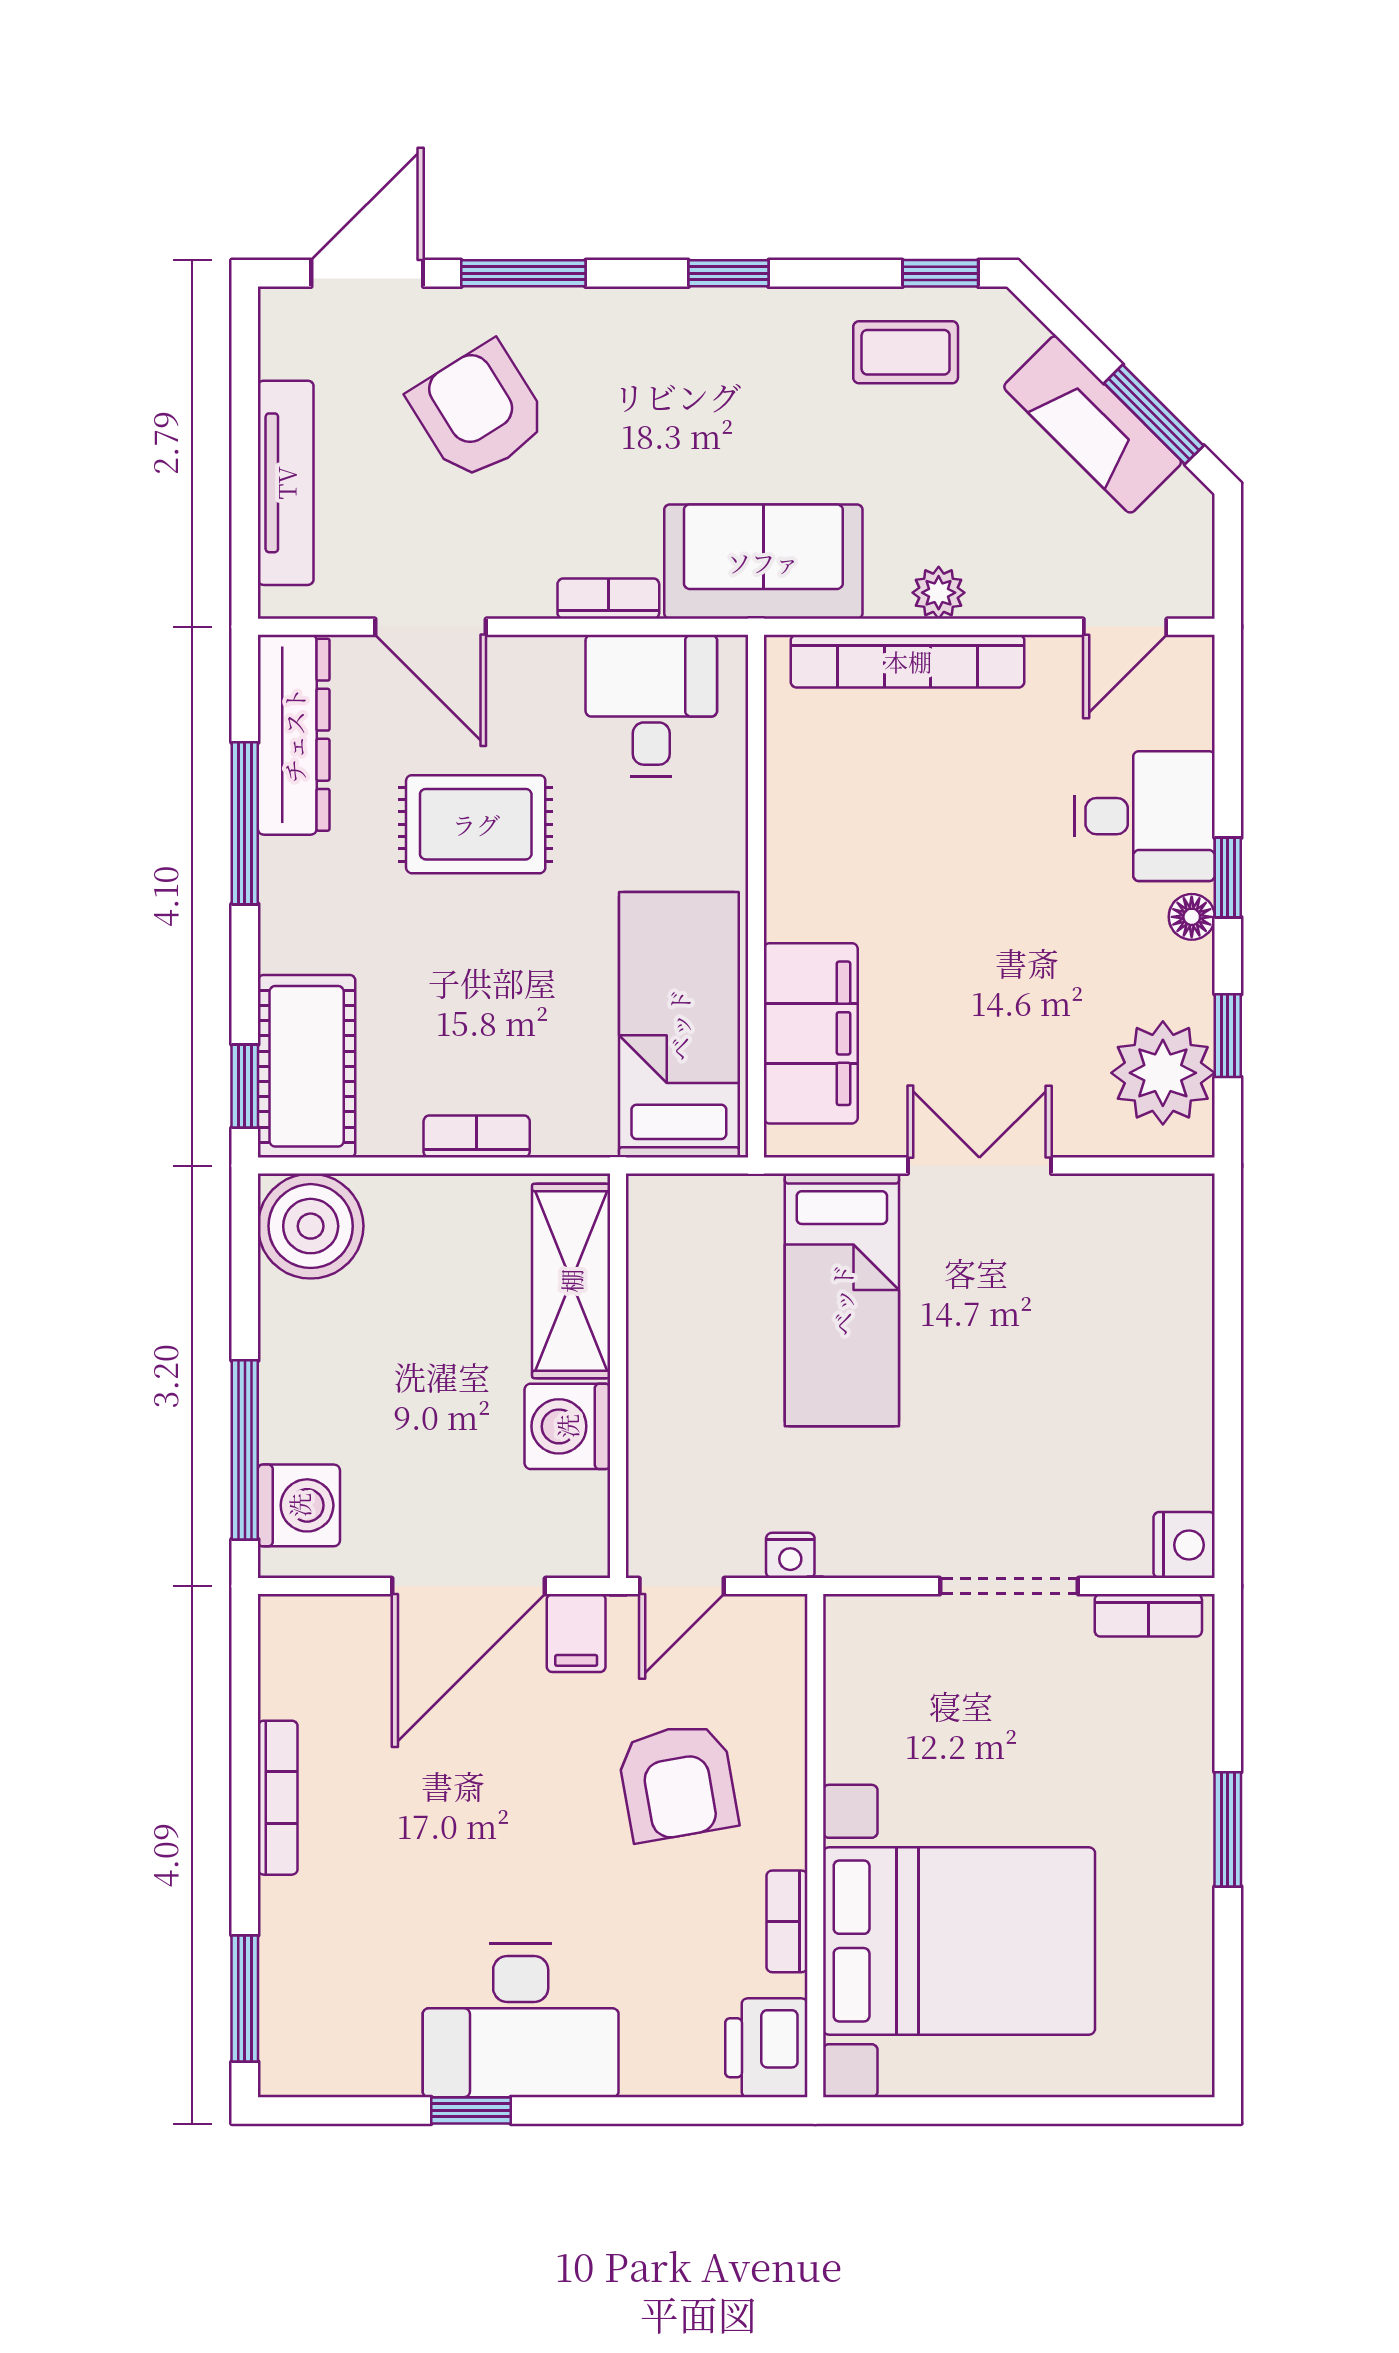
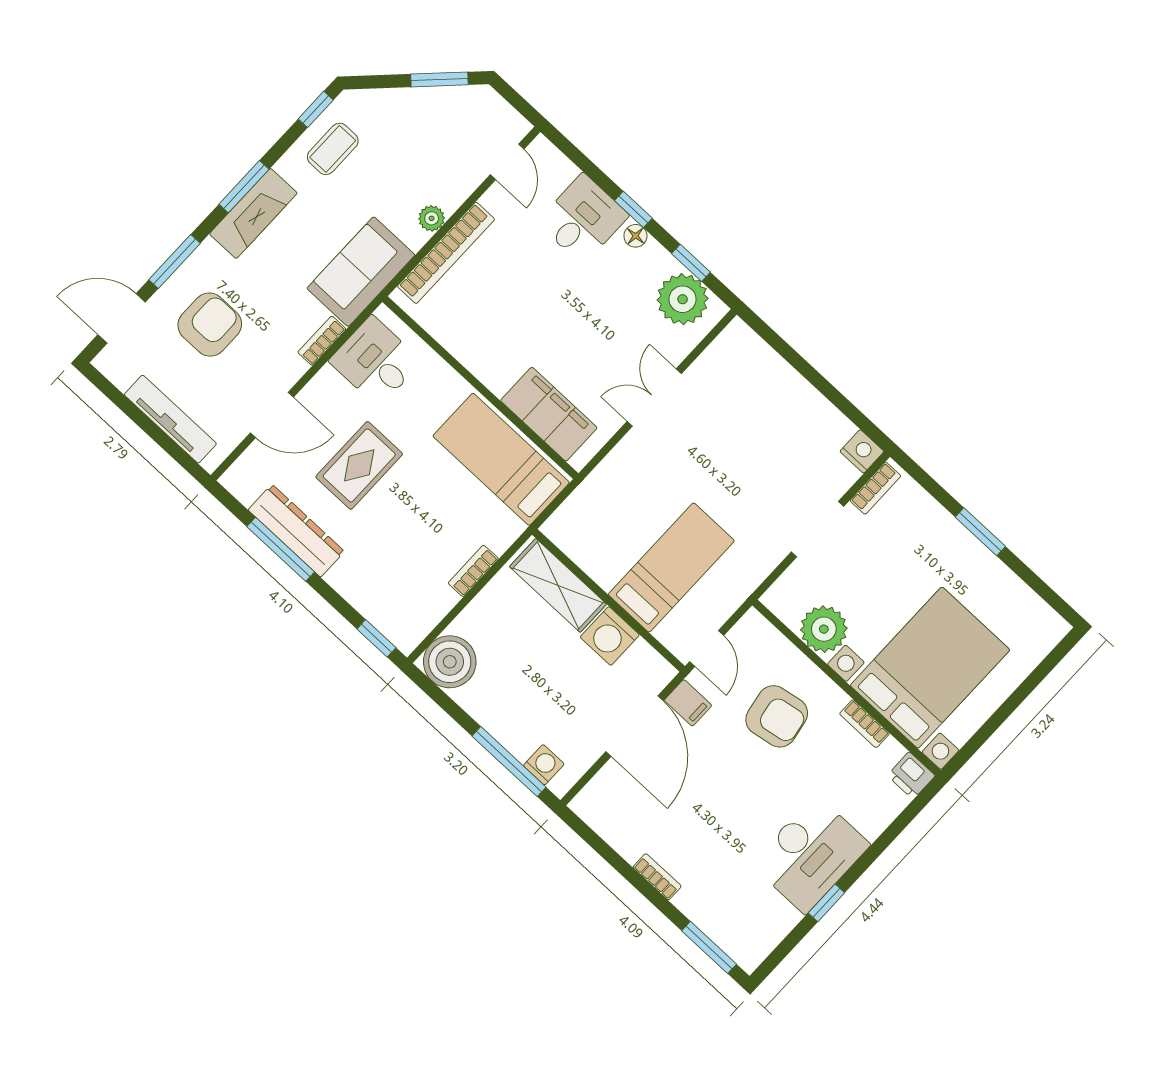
door: (367, 273) -> (122, 318), hinge flipped
window: (729, 273) -> (244, 187), width x1.50
armchair: (479, 412) -> (210, 325), turned 122
fireplace: (1093, 424) -> (253, 213), moved, turned -45
dresser: (294, 735) -> (296, 531), moved
cot: (307, 1066) -> (390, 609), removed
bed: (842, 1300) -> (671, 568), moved, turned -90
washing machine: (299, 1505) -> (544, 765), width x0.73, depth x0.73
nightstand: (790, 1555) -> (732, 598), removed
plant: (870, 1732) -> (824, 629), added
bookcase: (278, 1798) -> (657, 877), width x0.64
printer: (766, 2048) -> (911, 776), width x0.73, depth x0.81

